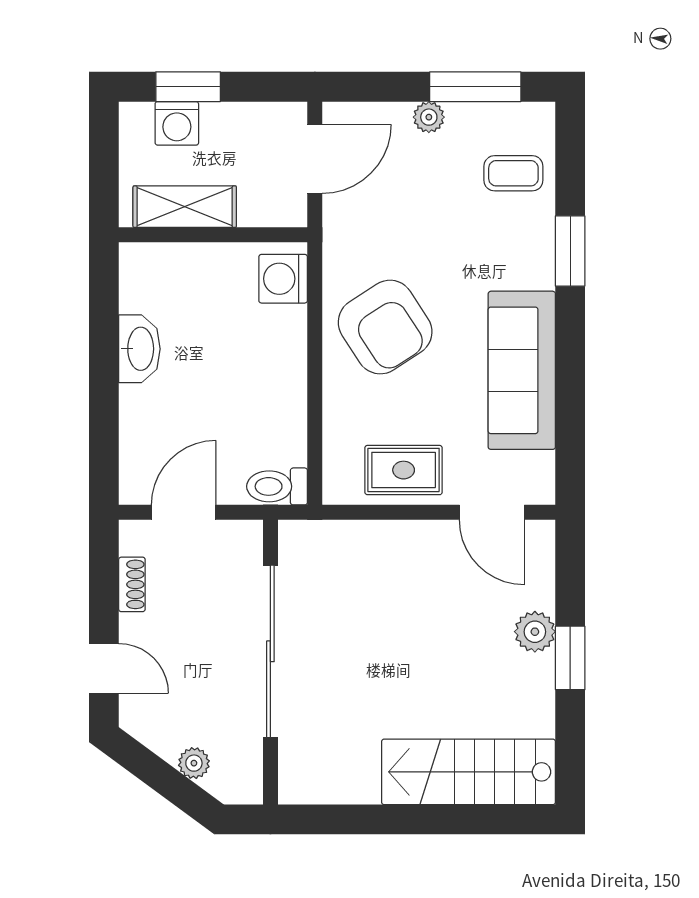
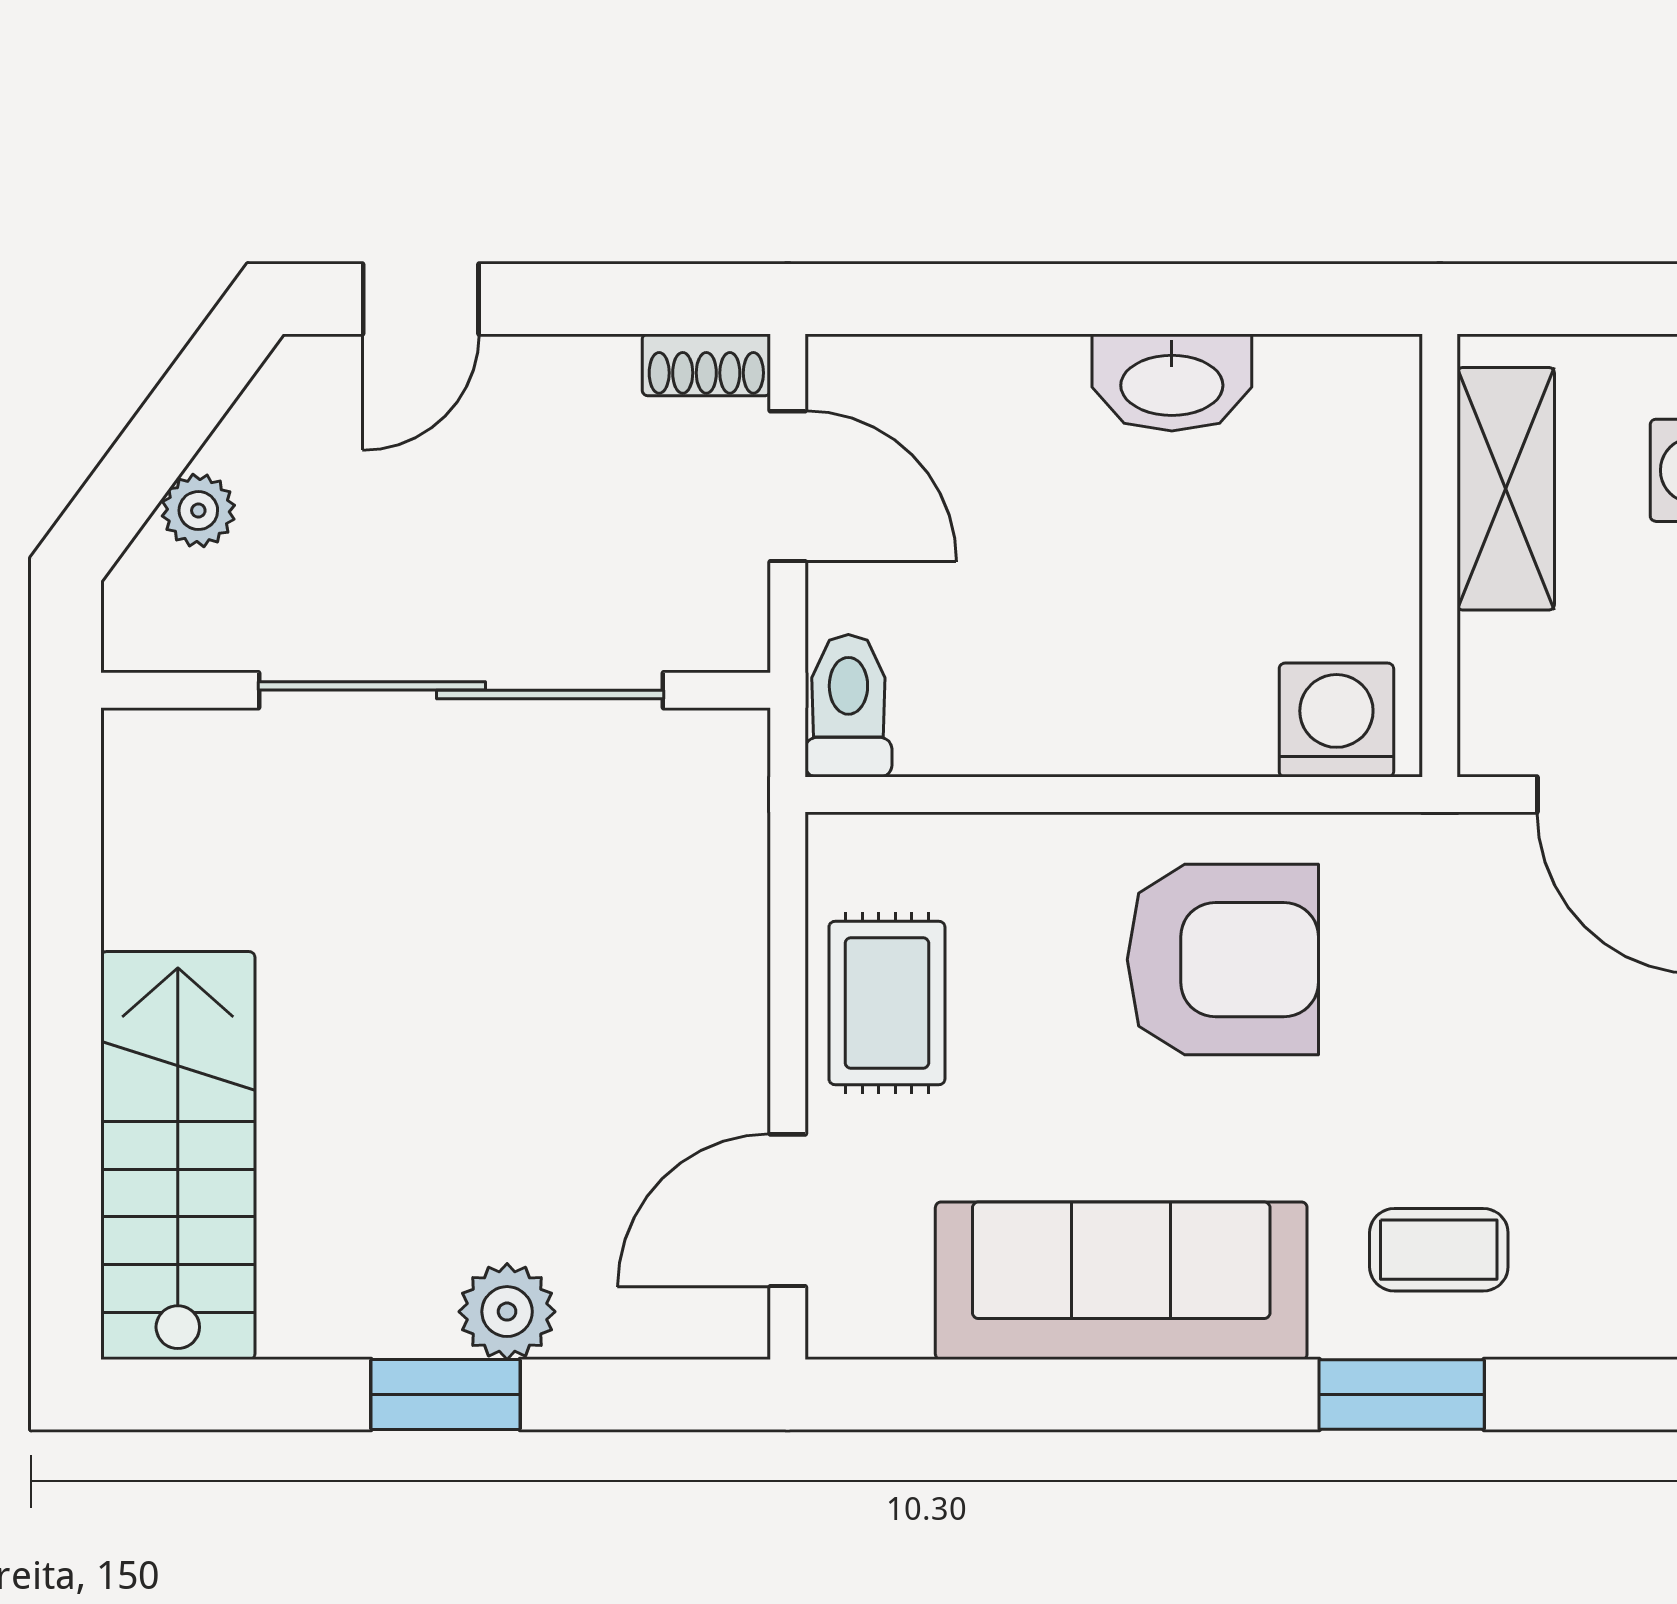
coffee table: (513, 173) -> (1439, 1250), moved, turned 90
armchair: (385, 327) -> (1223, 960), turned -147
shoe rack: (132, 584) -> (706, 365), moved

